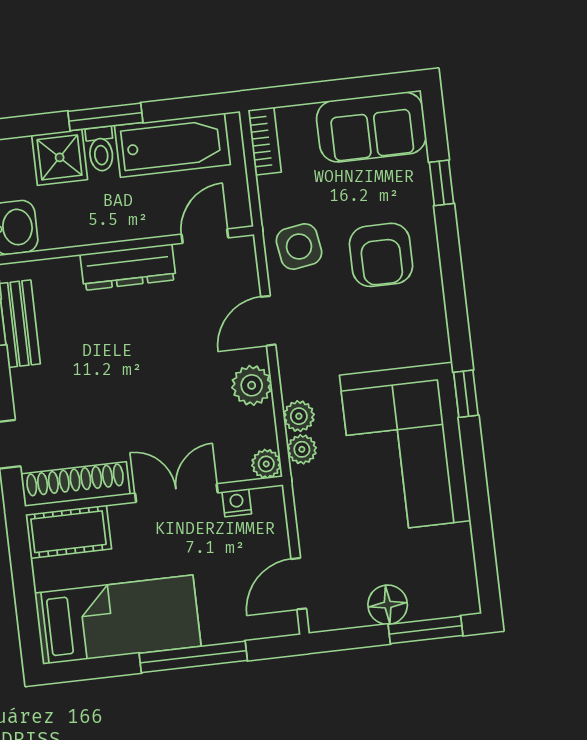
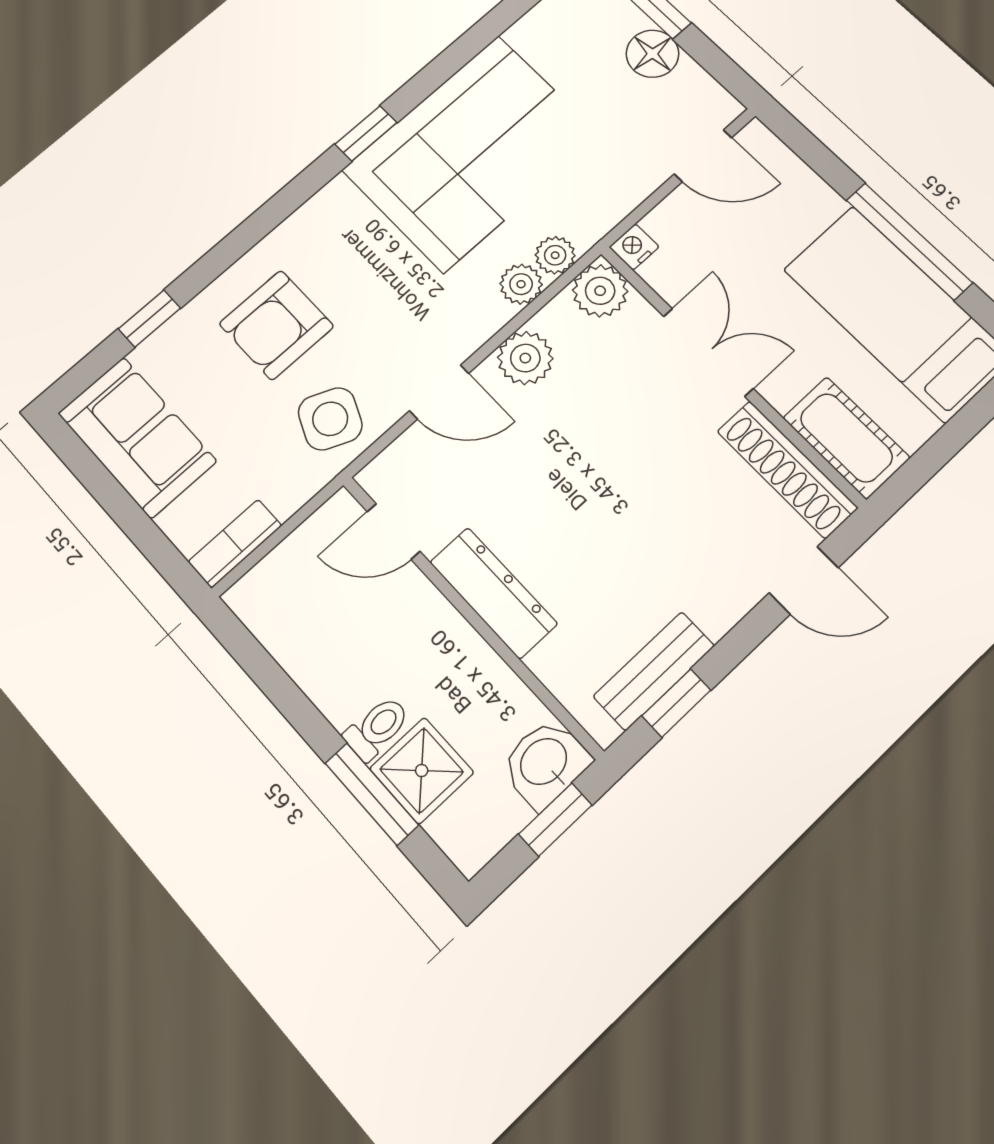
window: (105, 117) -> (372, 794), moved
bathtub: (172, 145) -> (313, 646), removed
side table: (299, 247) -> (330, 419), turned 33
armchair: (381, 255) -> (276, 325), turned 180
plant: (266, 464) -> (600, 291), width x1.38, depth x1.38
double door: (176, 493) -> (708, 352), swing flipped
nightstand: (237, 503) -> (634, 247), moved, turned 90
window: (193, 657) -> (909, 241), moved

